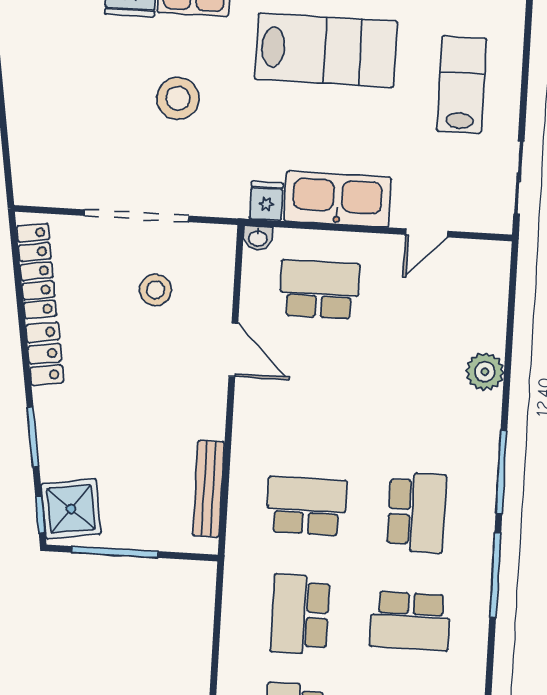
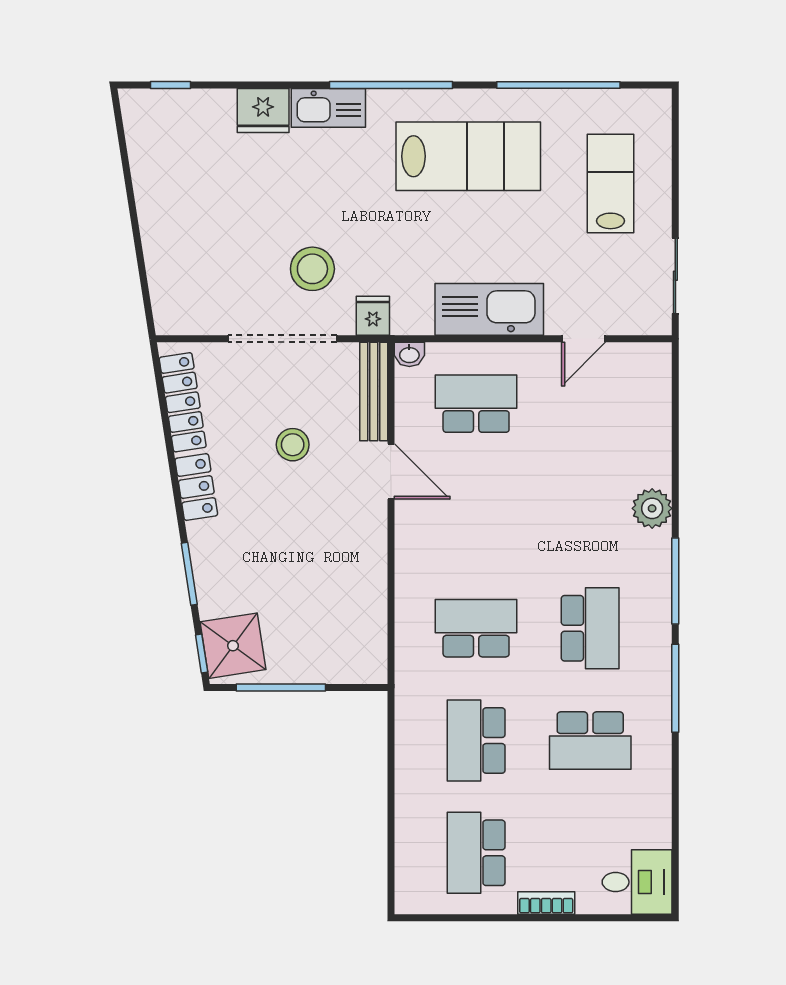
stool: (178, 98) -> (312, 269), moved
fridge: (266, 201) -> (373, 316), moved
stool: (156, 290) -> (293, 445), moved
plant: (485, 372) -> (652, 508), moved
bench: (209, 489) -> (374, 391), moved

